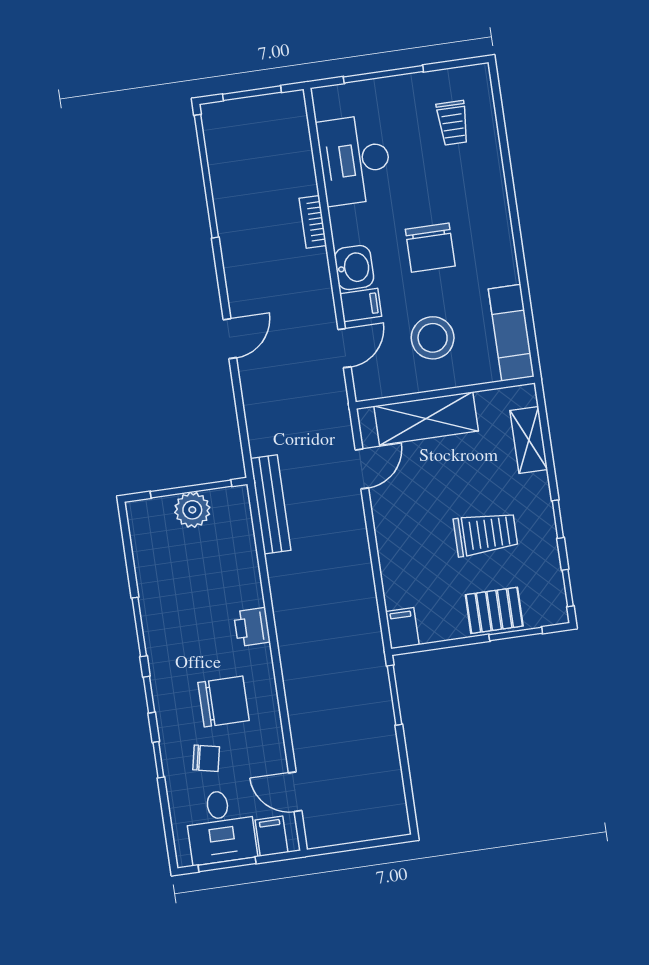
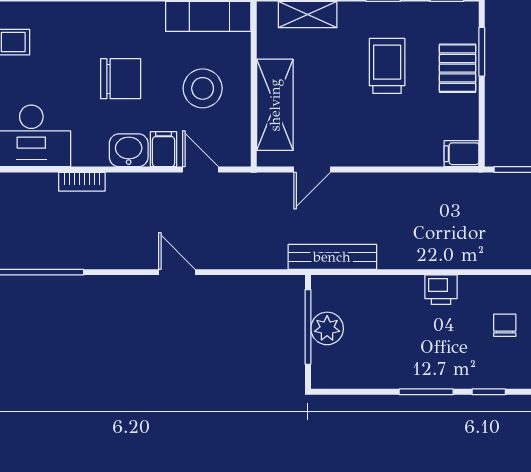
door: (362, 469) -> (312, 170), swing flipped
chair: (223, 702) -> (505, 325), width x0.54, depth x0.54

